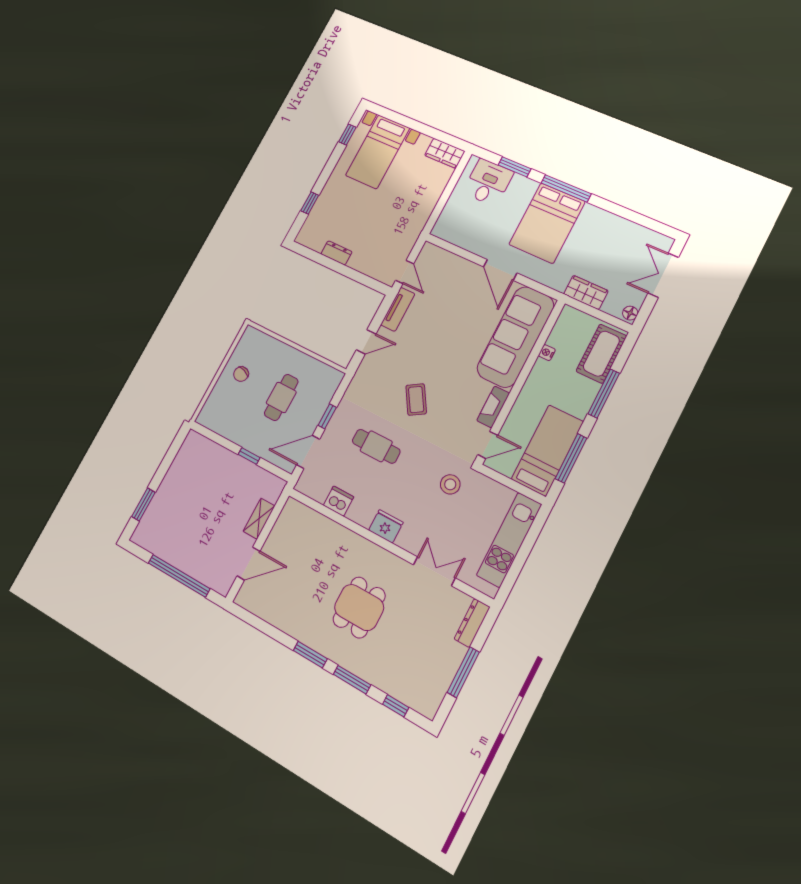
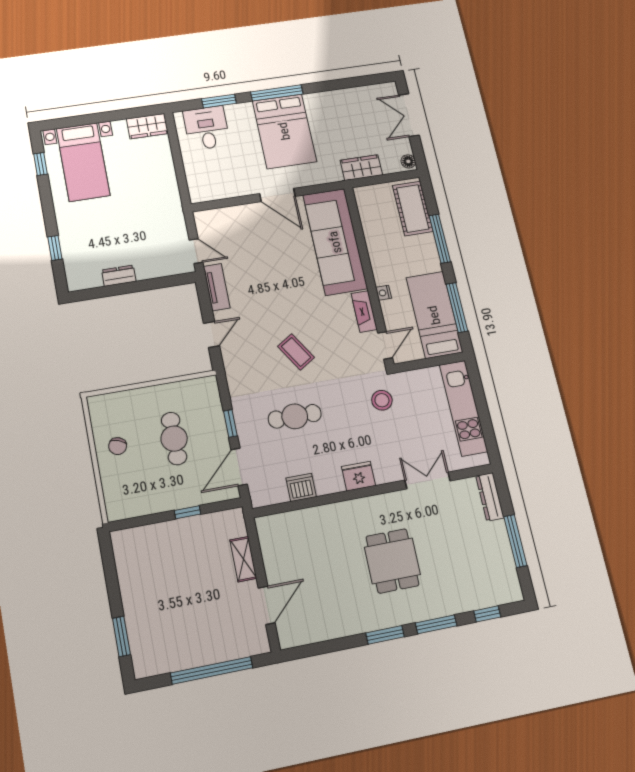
nightstand: (547, 353) -> (384, 293), moved

